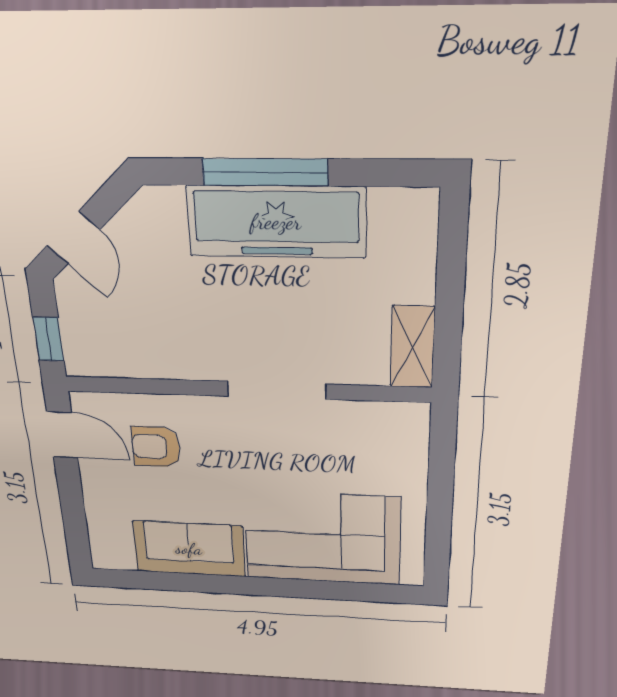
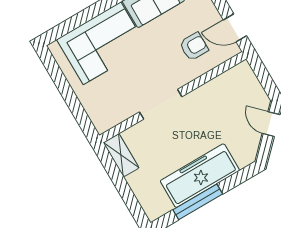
window: (265, 172) -> (198, 202), moved
window: (48, 339) -> (261, 72), removed

